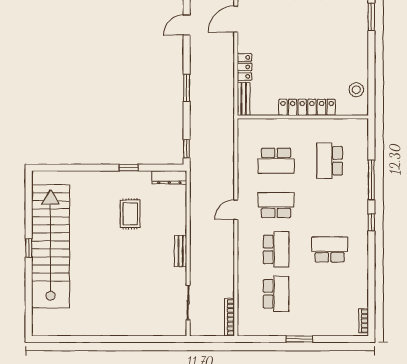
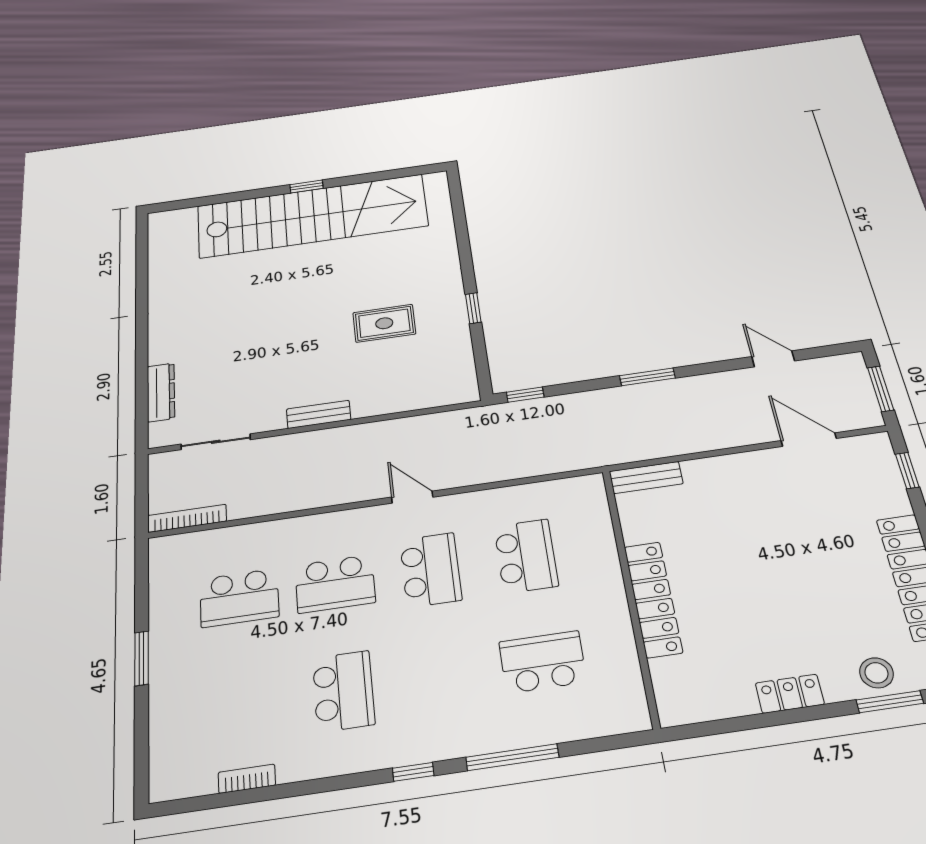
locker: (244, 67) -> (790, 694), moved, turned 180
stool: (356, 90) -> (876, 673), moved
school desk: (276, 161) -> (526, 556), turned 180
dresser: (169, 177) -> (161, 392), moved, turned 180
bookcase: (364, 321) -> (247, 779), moved

